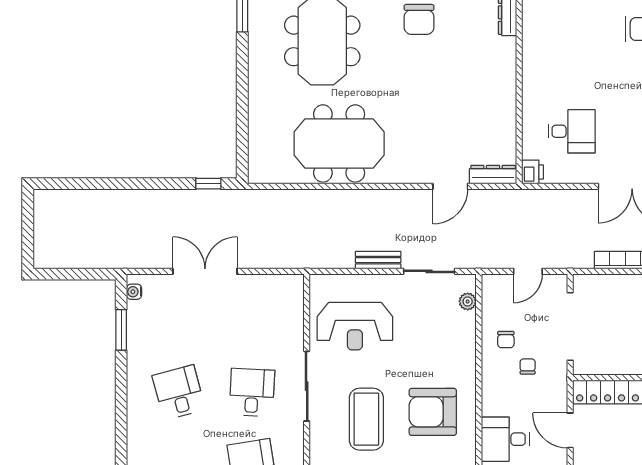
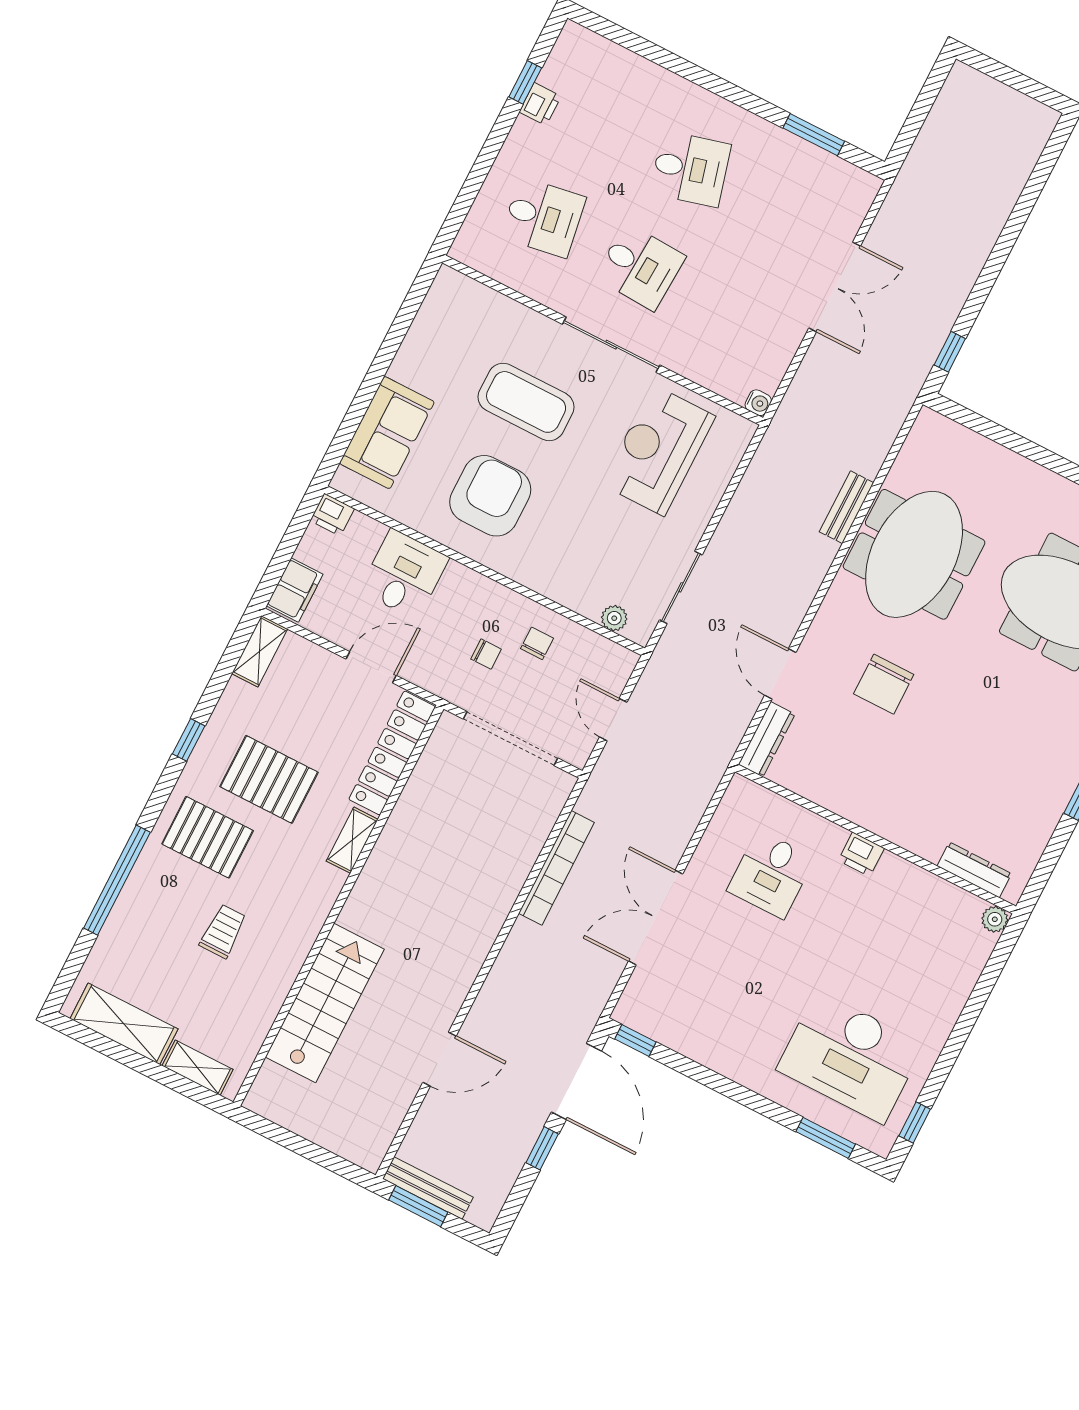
chair: (419, 19) -> (884, 684), moved, turned -90
printer: (533, 172) -> (861, 854), moved
bench: (378, 260) -> (847, 507), moved
water cooler: (134, 292) -> (758, 403), moved, turned 90
chair: (506, 340) -> (537, 643), turned 90

